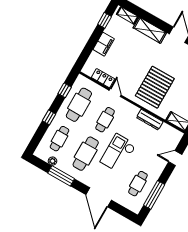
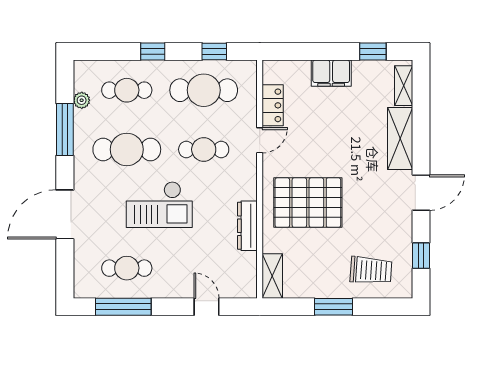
checkout: (118, 153) -> (159, 205), turned 180

